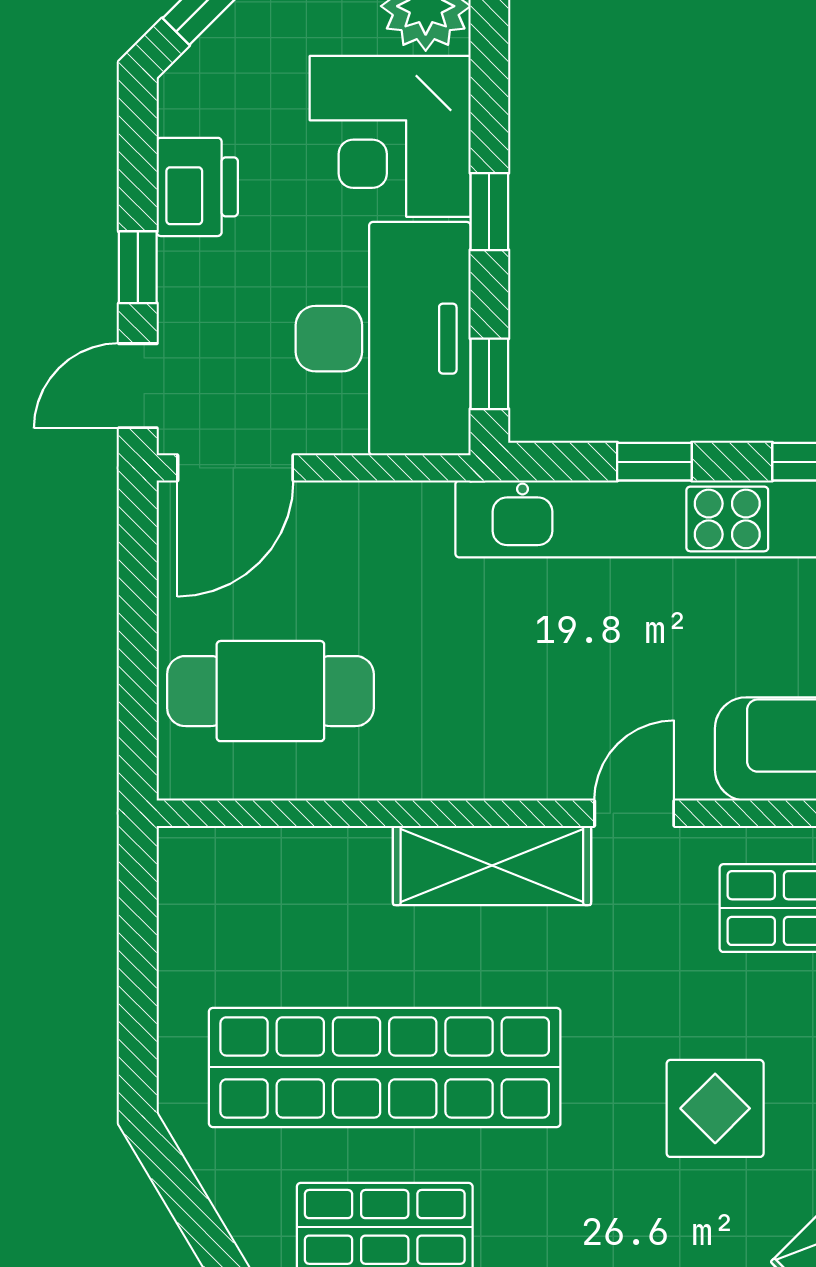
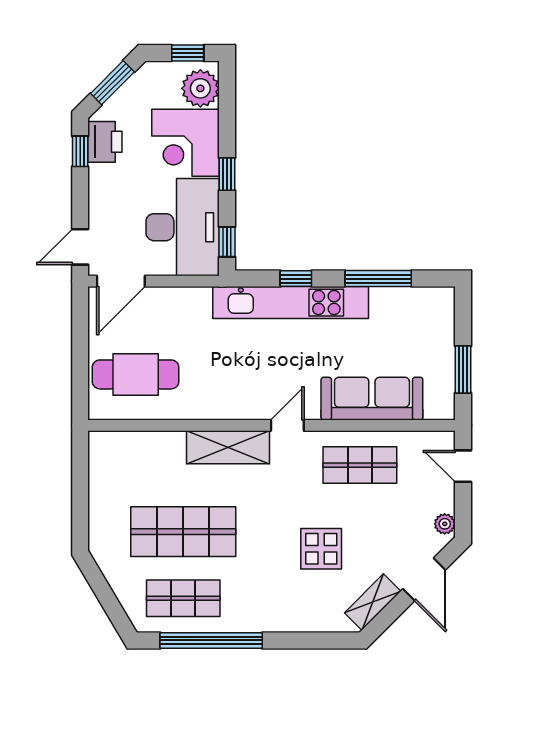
printer: (197, 187) -> (105, 142), moved
window: (138, 267) -> (80, 151), moved
shop shelf: (385, 1067) -> (183, 532), width x0.71

